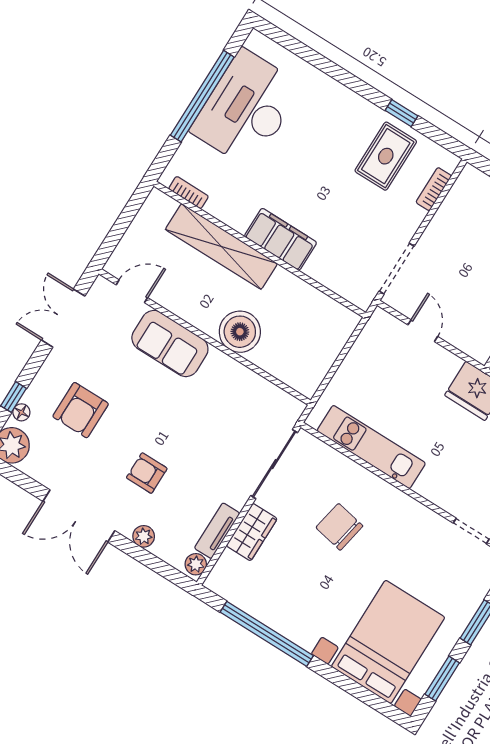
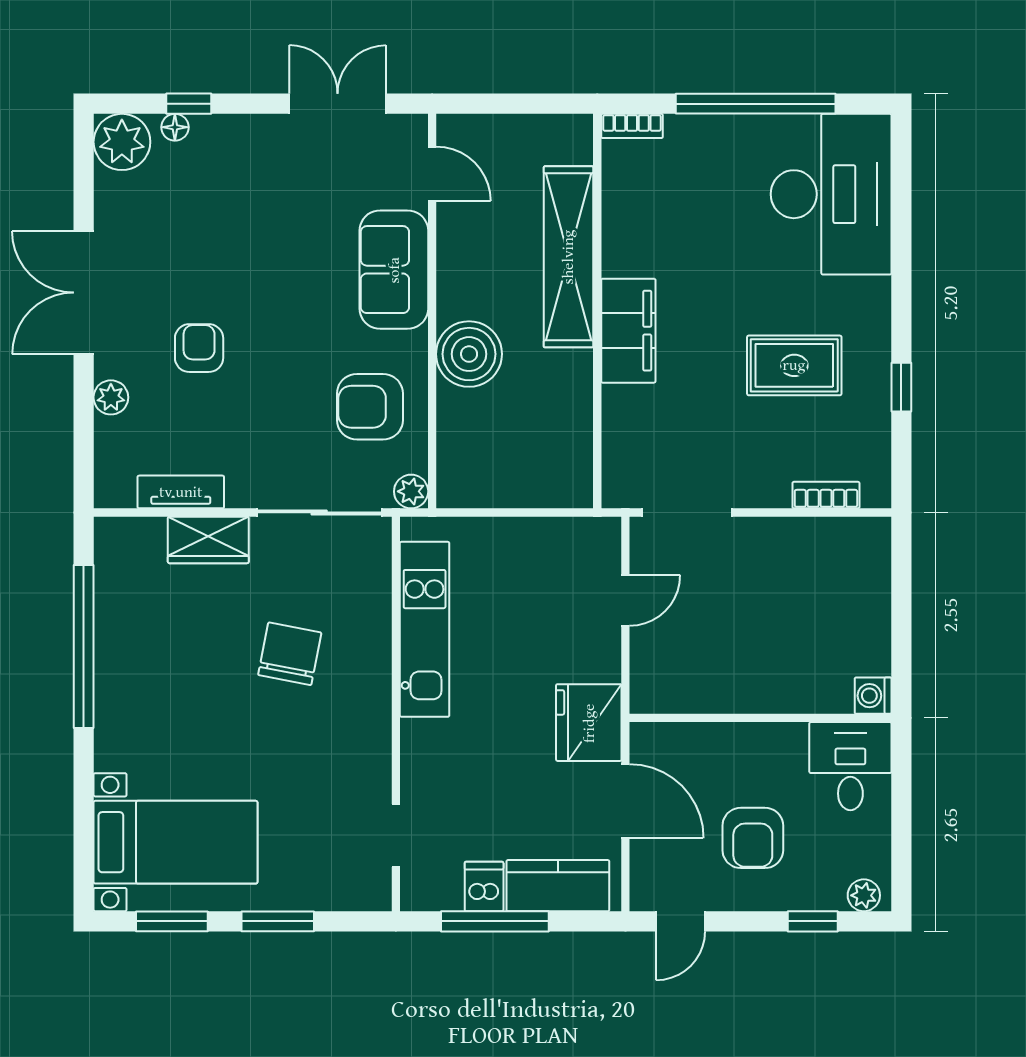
desk: (247, 109) -> (831, 194), moved, turned 90
rug: (386, 156) -> (794, 365), moved
bookcase: (189, 193) -> (632, 126), moved, turned 90
armchair: (81, 410) -> (370, 407), moved
plant: (196, 564) -> (411, 491), moved
bed with nightstands: (388, 642) -> (176, 842), width x0.73

